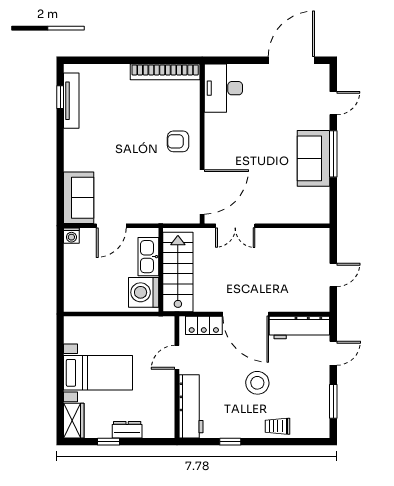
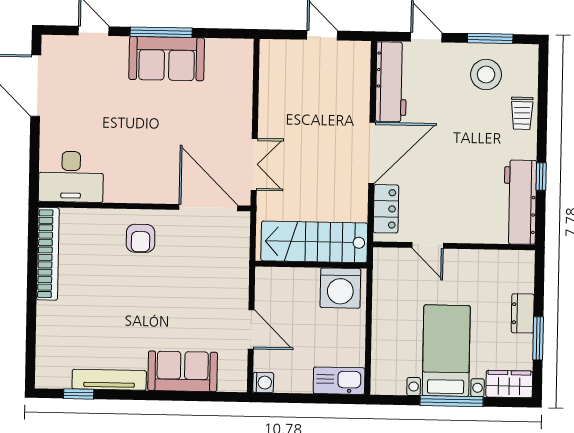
tv unit: (71, 101) -> (109, 380), moved
sofa: (79, 198) -> (183, 371), moved
kitchen sink: (148, 257) -> (339, 381), moved, turned 180
window: (60, 378) -> (452, 401), added
stool: (257, 383) -> (486, 75), moved
workbench: (191, 406) -> (520, 202), moved, turned -90
window: (109, 442) -> (538, 338), width x1.50

